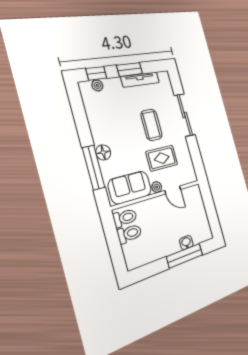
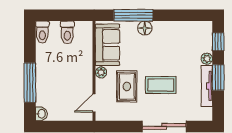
plant: (97, 85) -> (207, 59), moved
door: (173, 190) -> (94, 103), moved
toilet: (125, 218) -> (42, 32), moved
washbasin: (186, 243) -> (41, 114), moved

